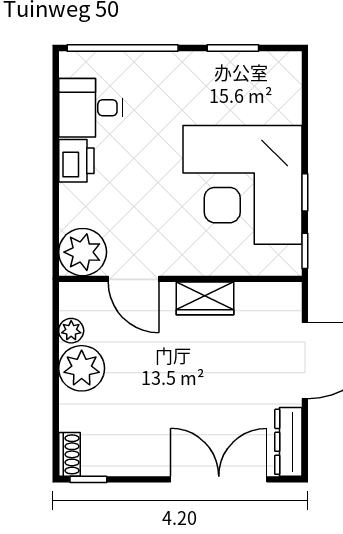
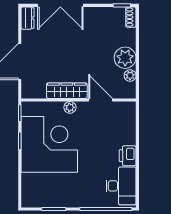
desk: (90, 108) -> (121, 186), width x1.37
plant: (83, 252) -> (70, 107), moved, width x0.53, depth x0.53
wardrobe: (205, 298) -> (67, 91), width x1.50
dresser: (288, 442) -> (28, 18), width x0.70

